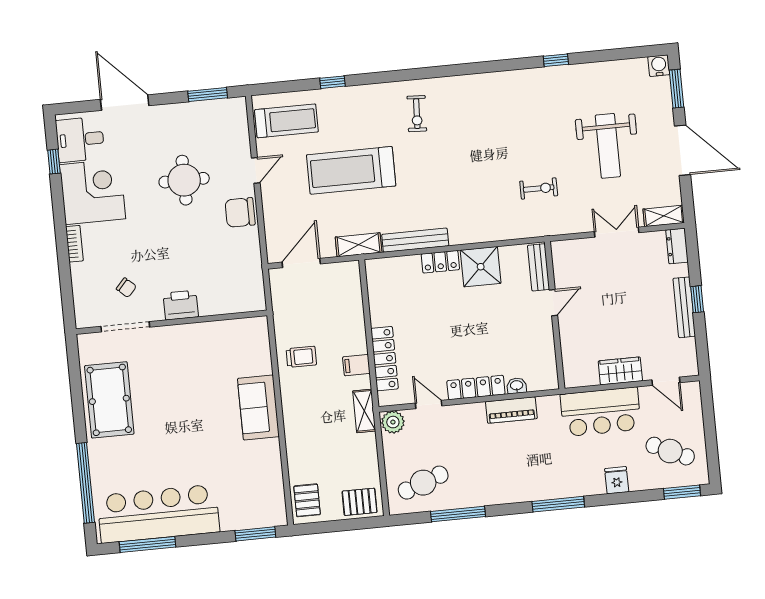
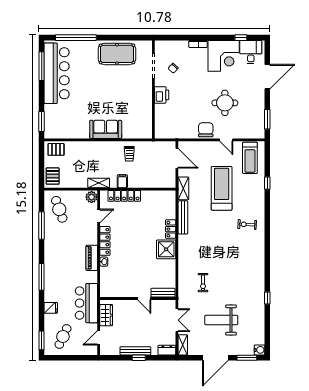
bench: (539, 267) -> (163, 293), moved
door: (553, 303) -> (144, 298), moved
wall: (555, 315) -> (138, 298), moved

